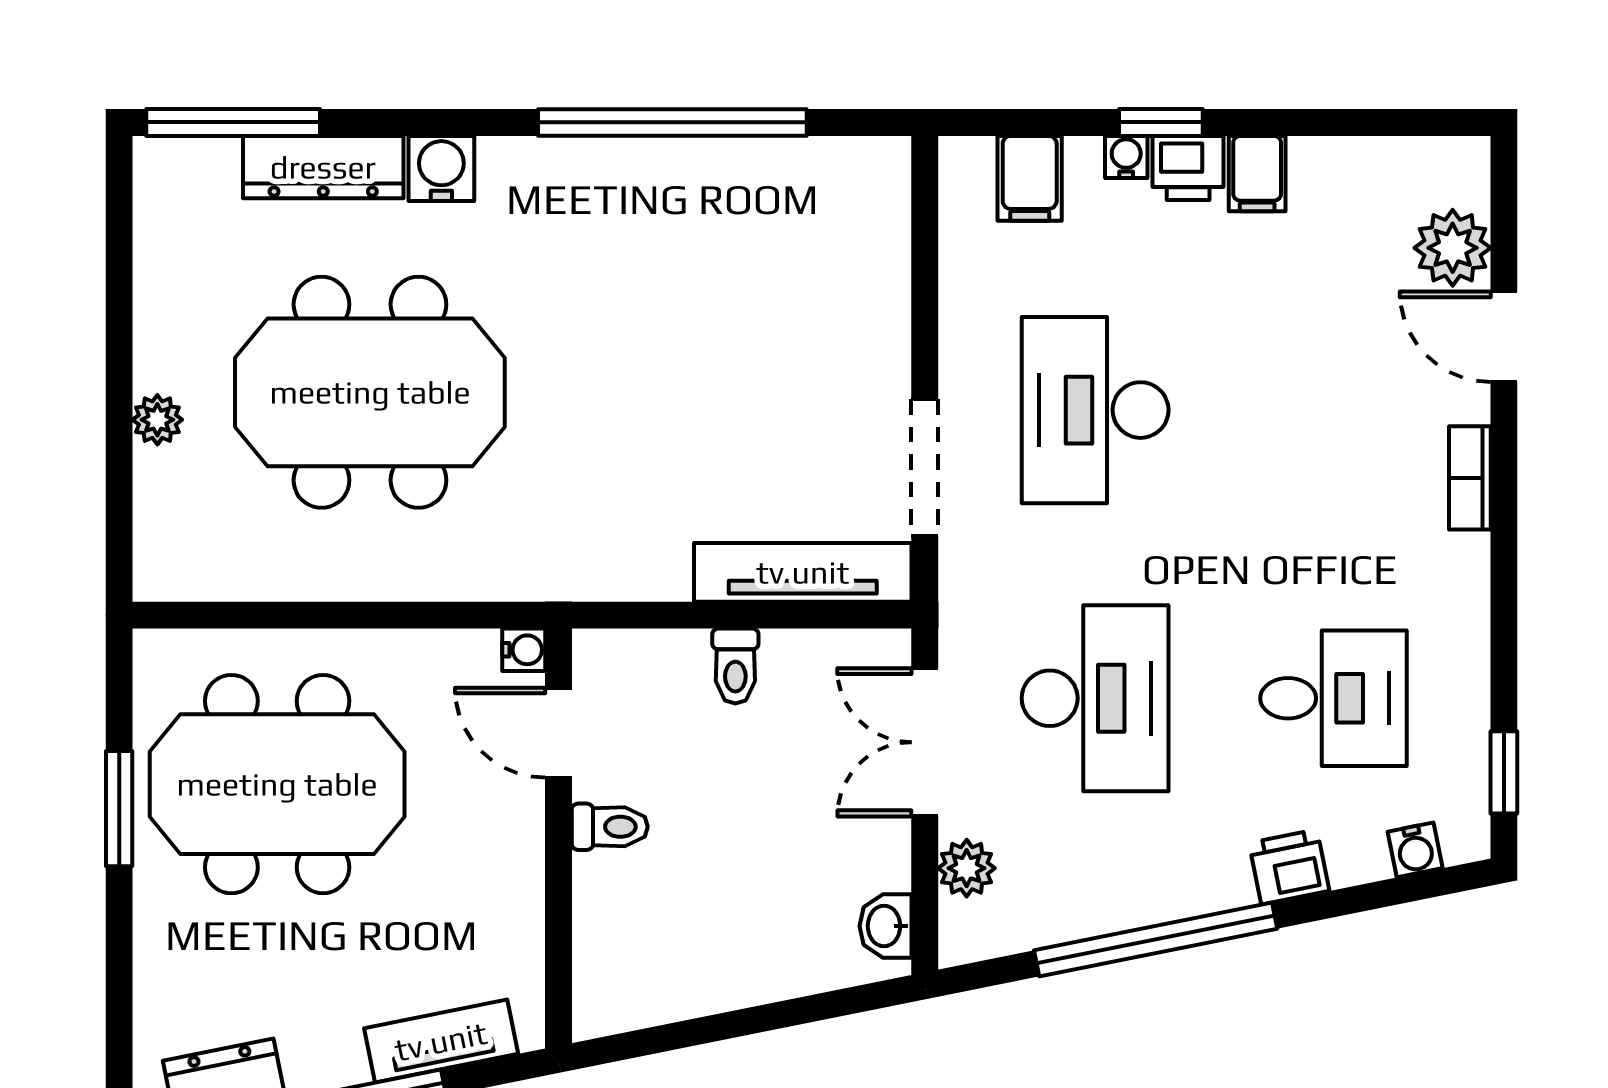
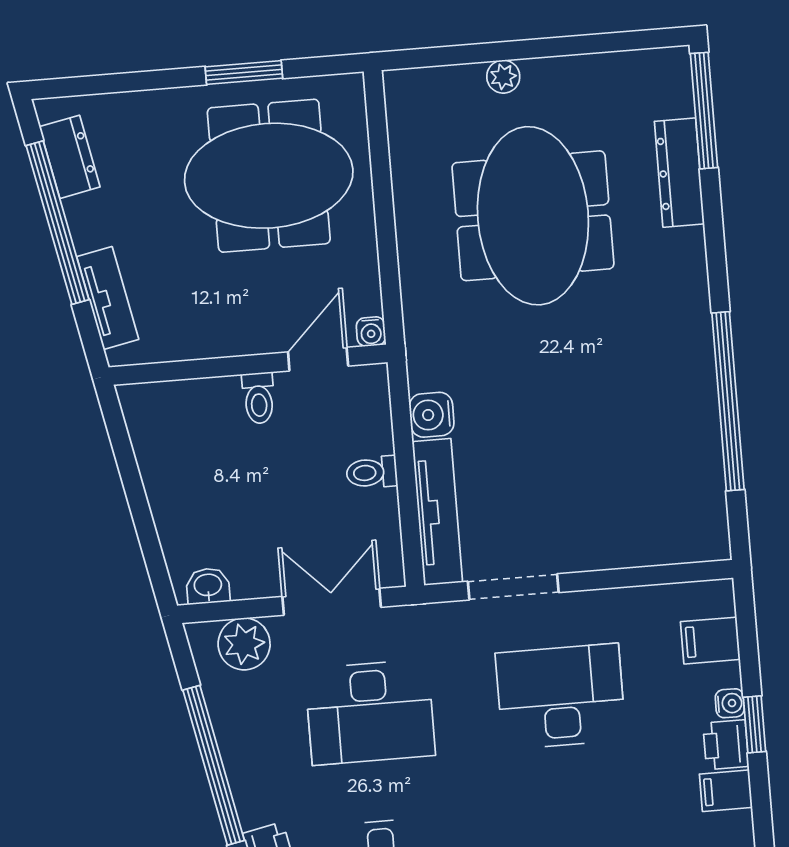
water cooler: (441, 168) -> (432, 415), moved, turned 180
meeting table: (277, 784) -> (269, 176), turned 90
plant: (967, 868) -> (244, 644), width x1.38, depth x1.38

